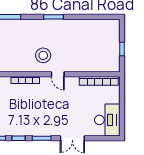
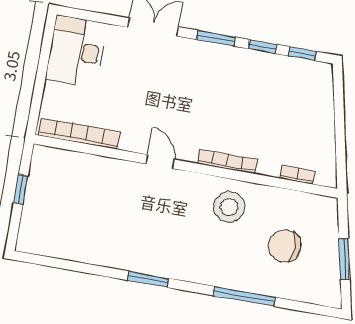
stool: (43, 55) -> (229, 207), moved

